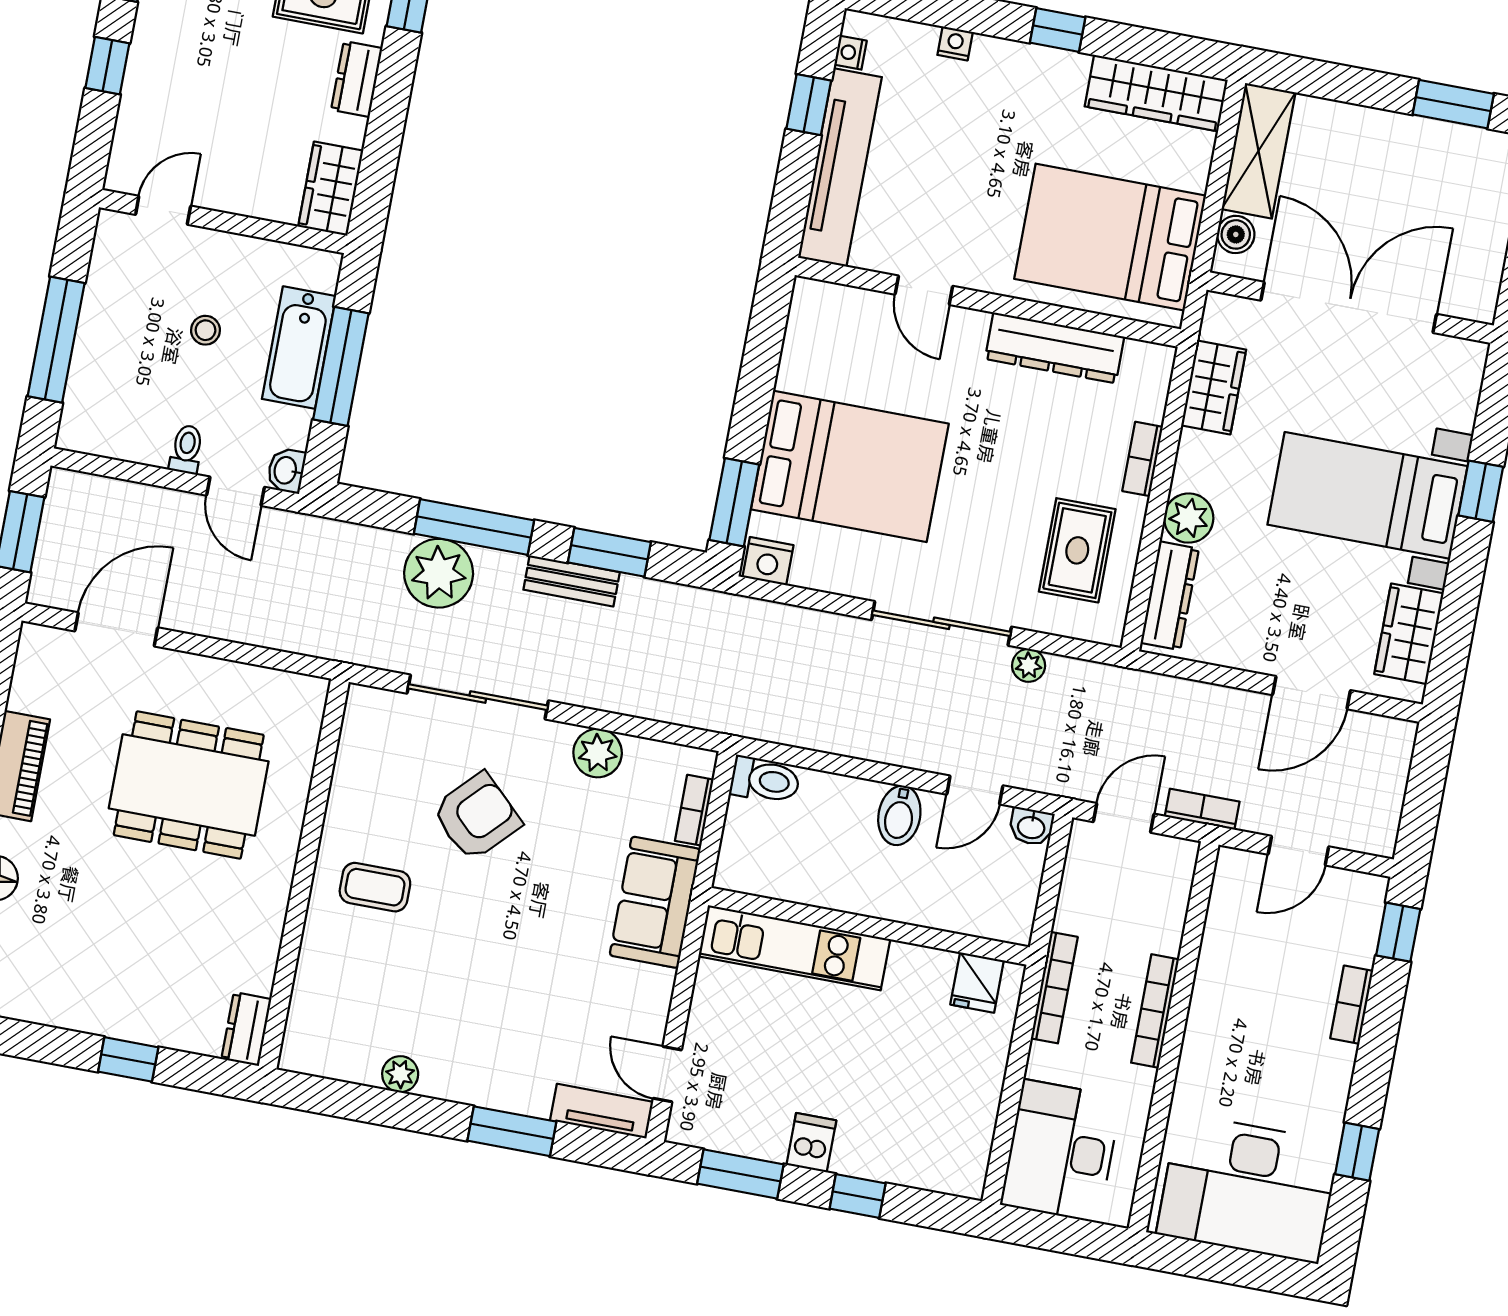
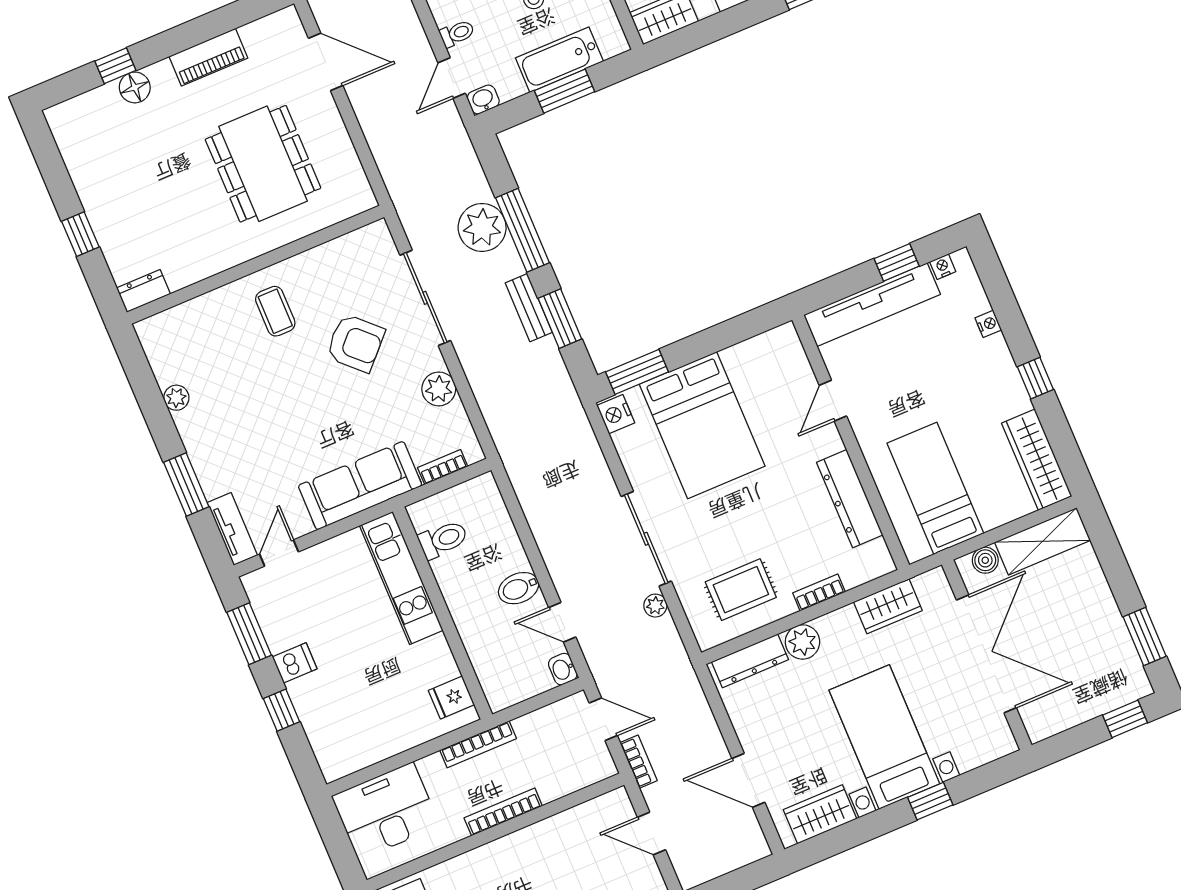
bed: (1110, 237) -> (935, 488), width x0.67
window: (341, 366) -> (565, 91), width x0.69
toilet: (765, 780) -> (443, 539), moved, turned -90
sofa: (655, 902) -> (360, 486), width x1.36

